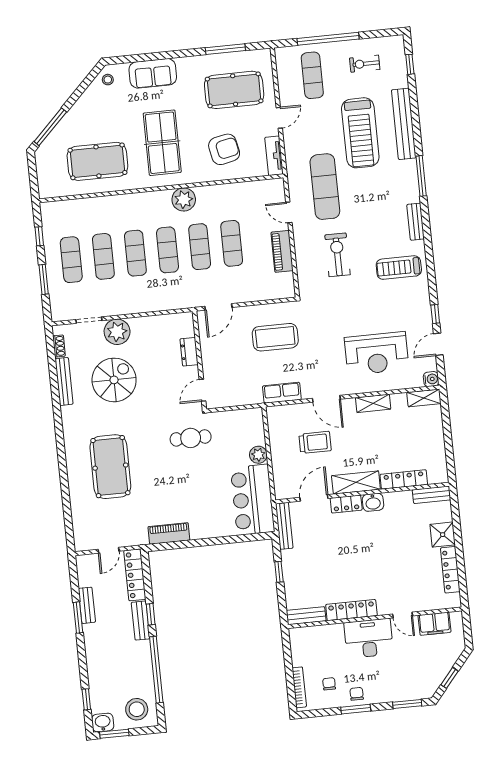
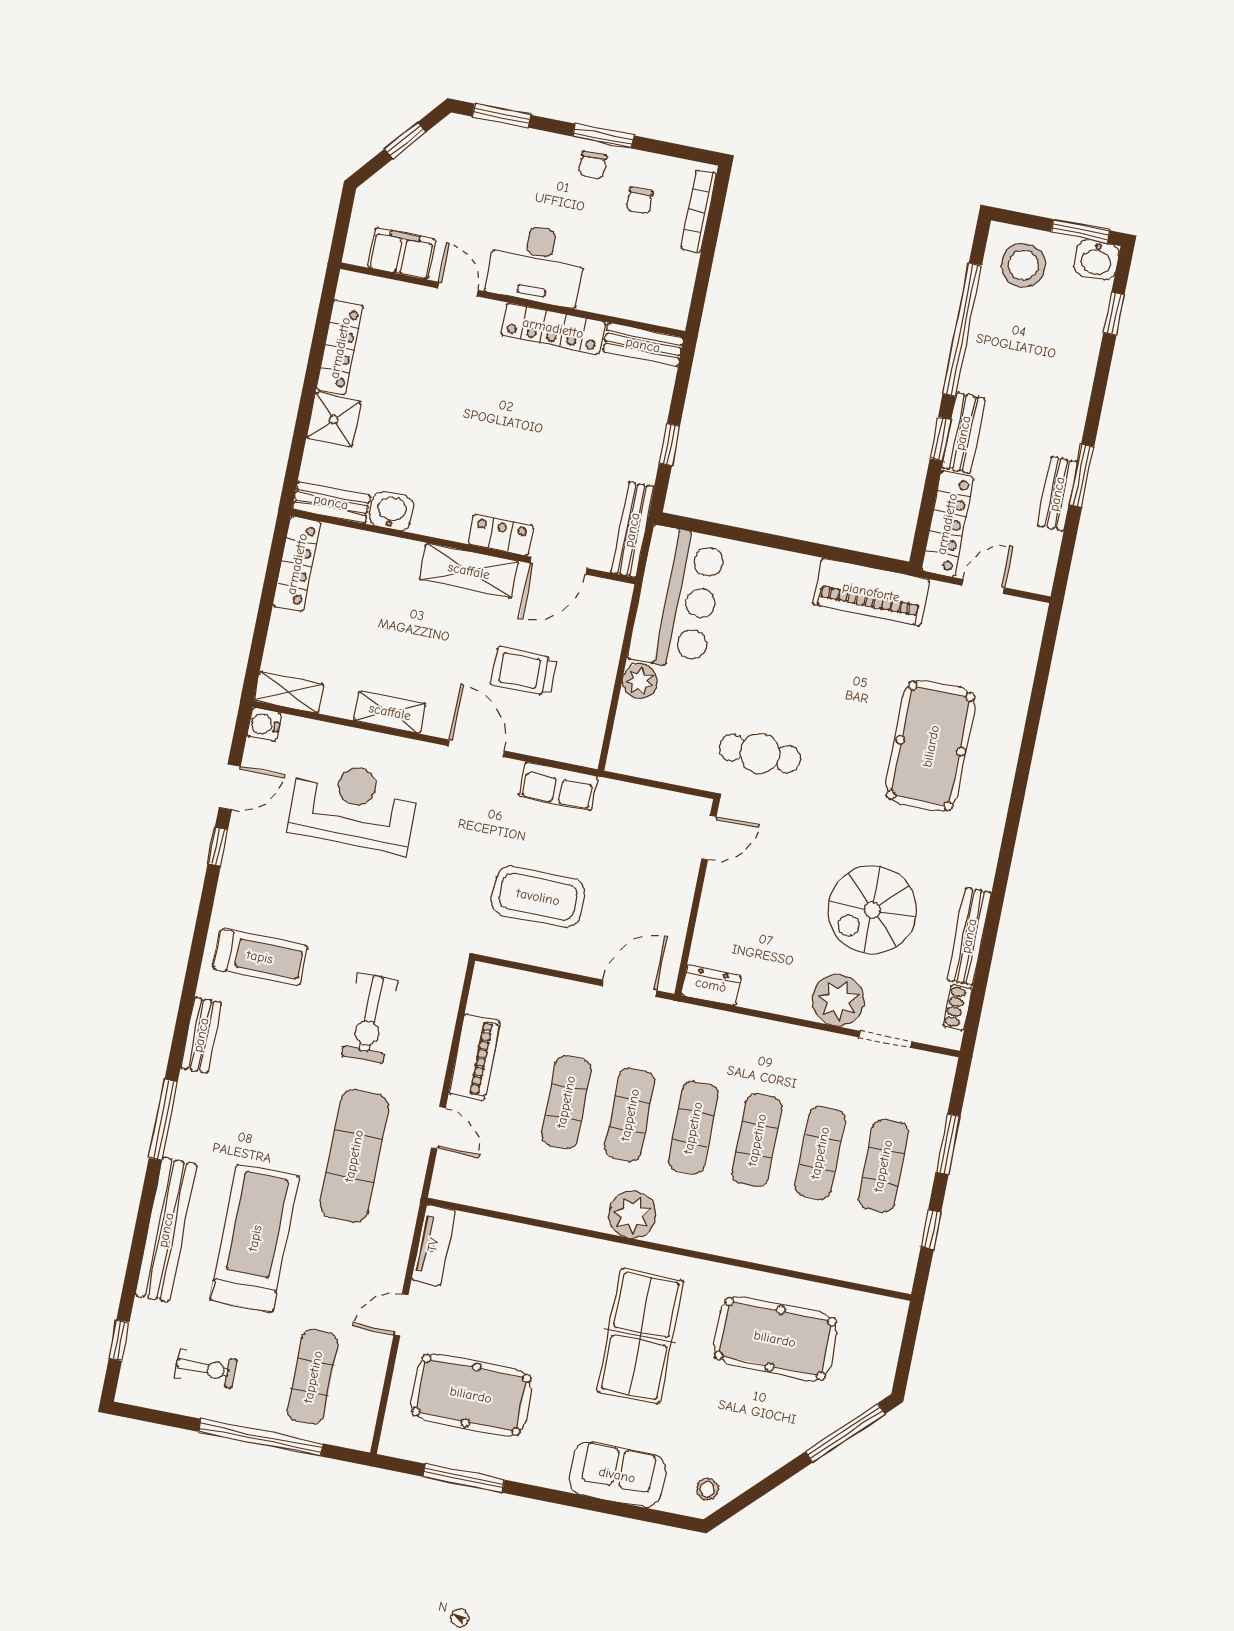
armchair: (224, 149) -> (525, 1287), removed
dresser: (189, 352) -> (711, 985), moved, turned -90
locker: (404, 479) -> (297, 564), moved, turned -90
washbasin: (373, 502) -> (391, 511), moved
piano: (169, 533) -> (871, 592), width x1.37, depth x1.33

